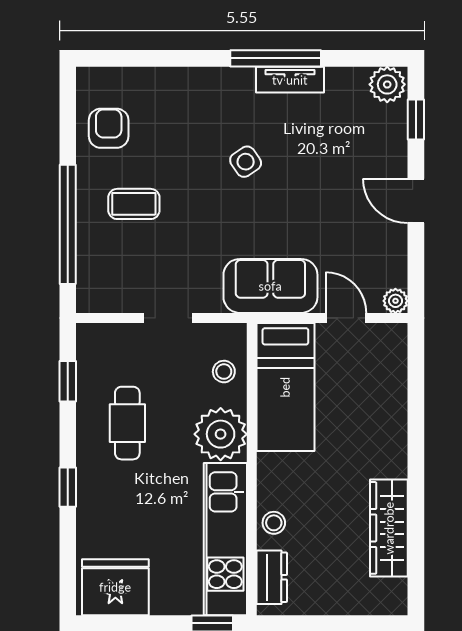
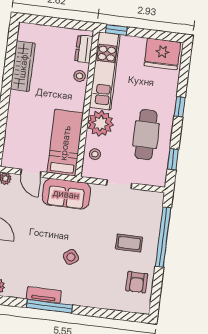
cafe table: (127, 423) -> (146, 135), width x1.37, depth x1.35

